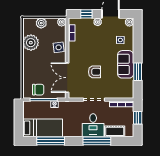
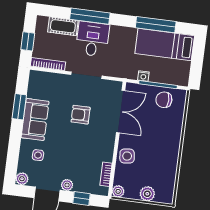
plant: (31, 43) -> (166, 168), removed

